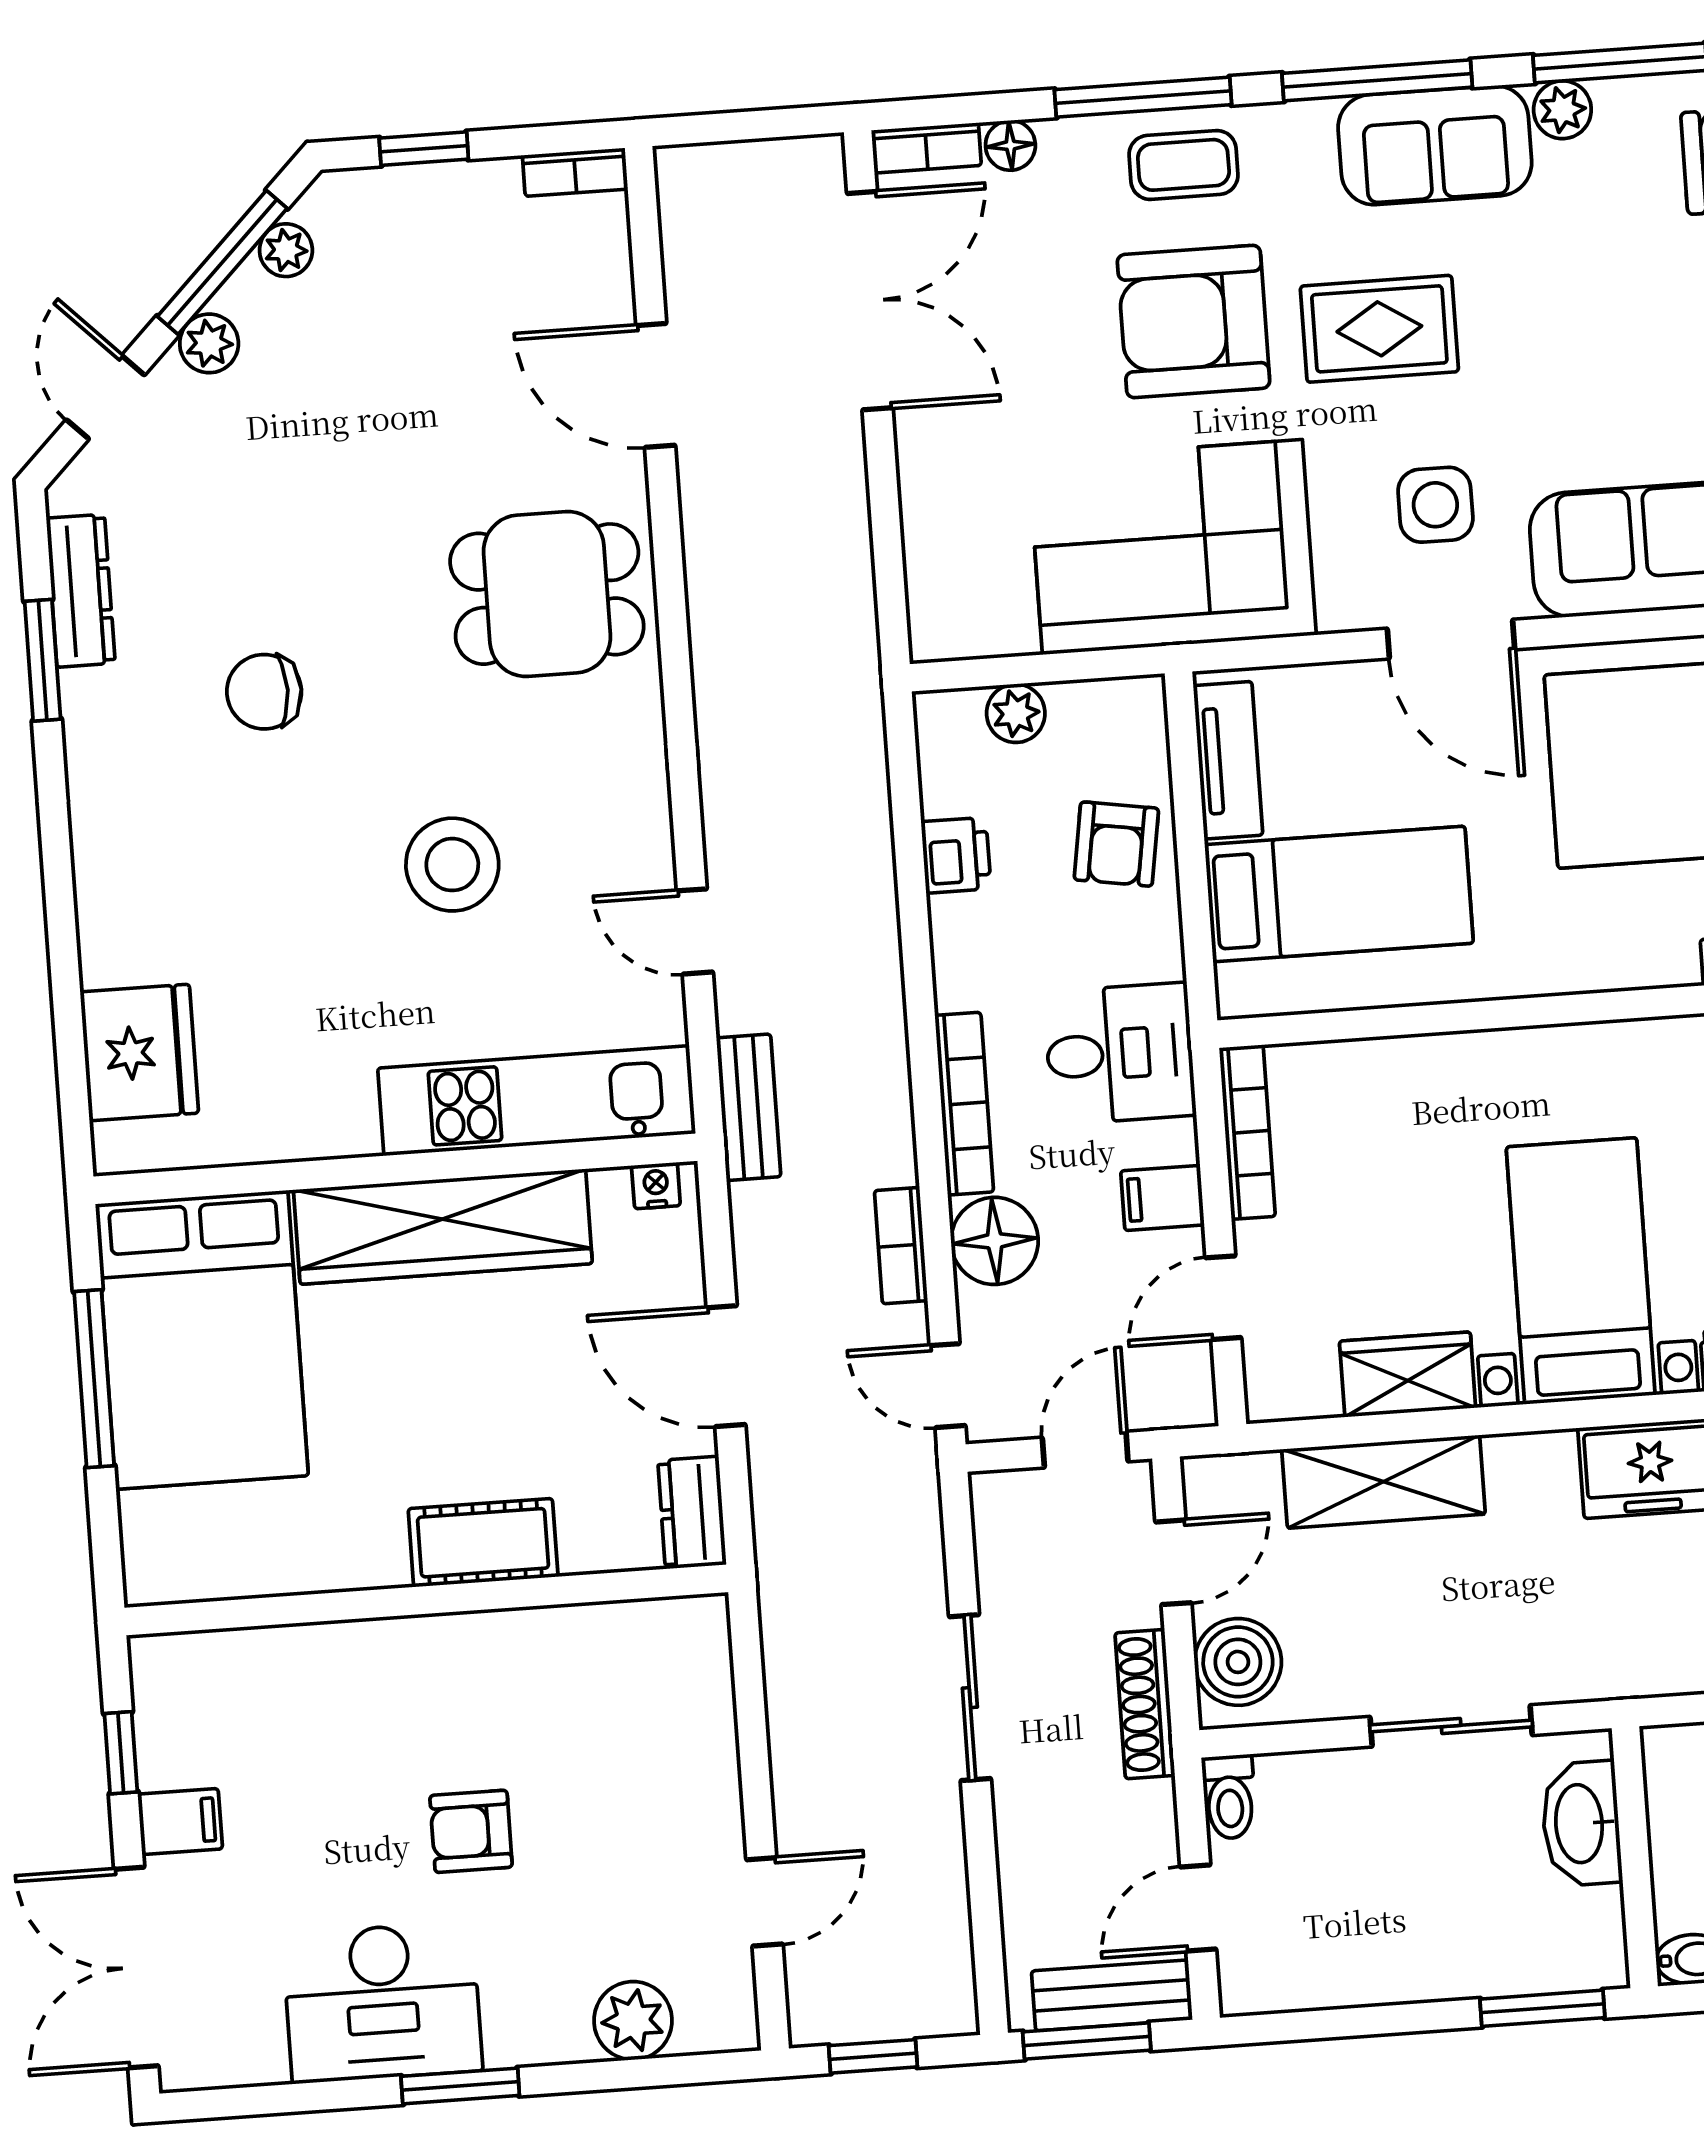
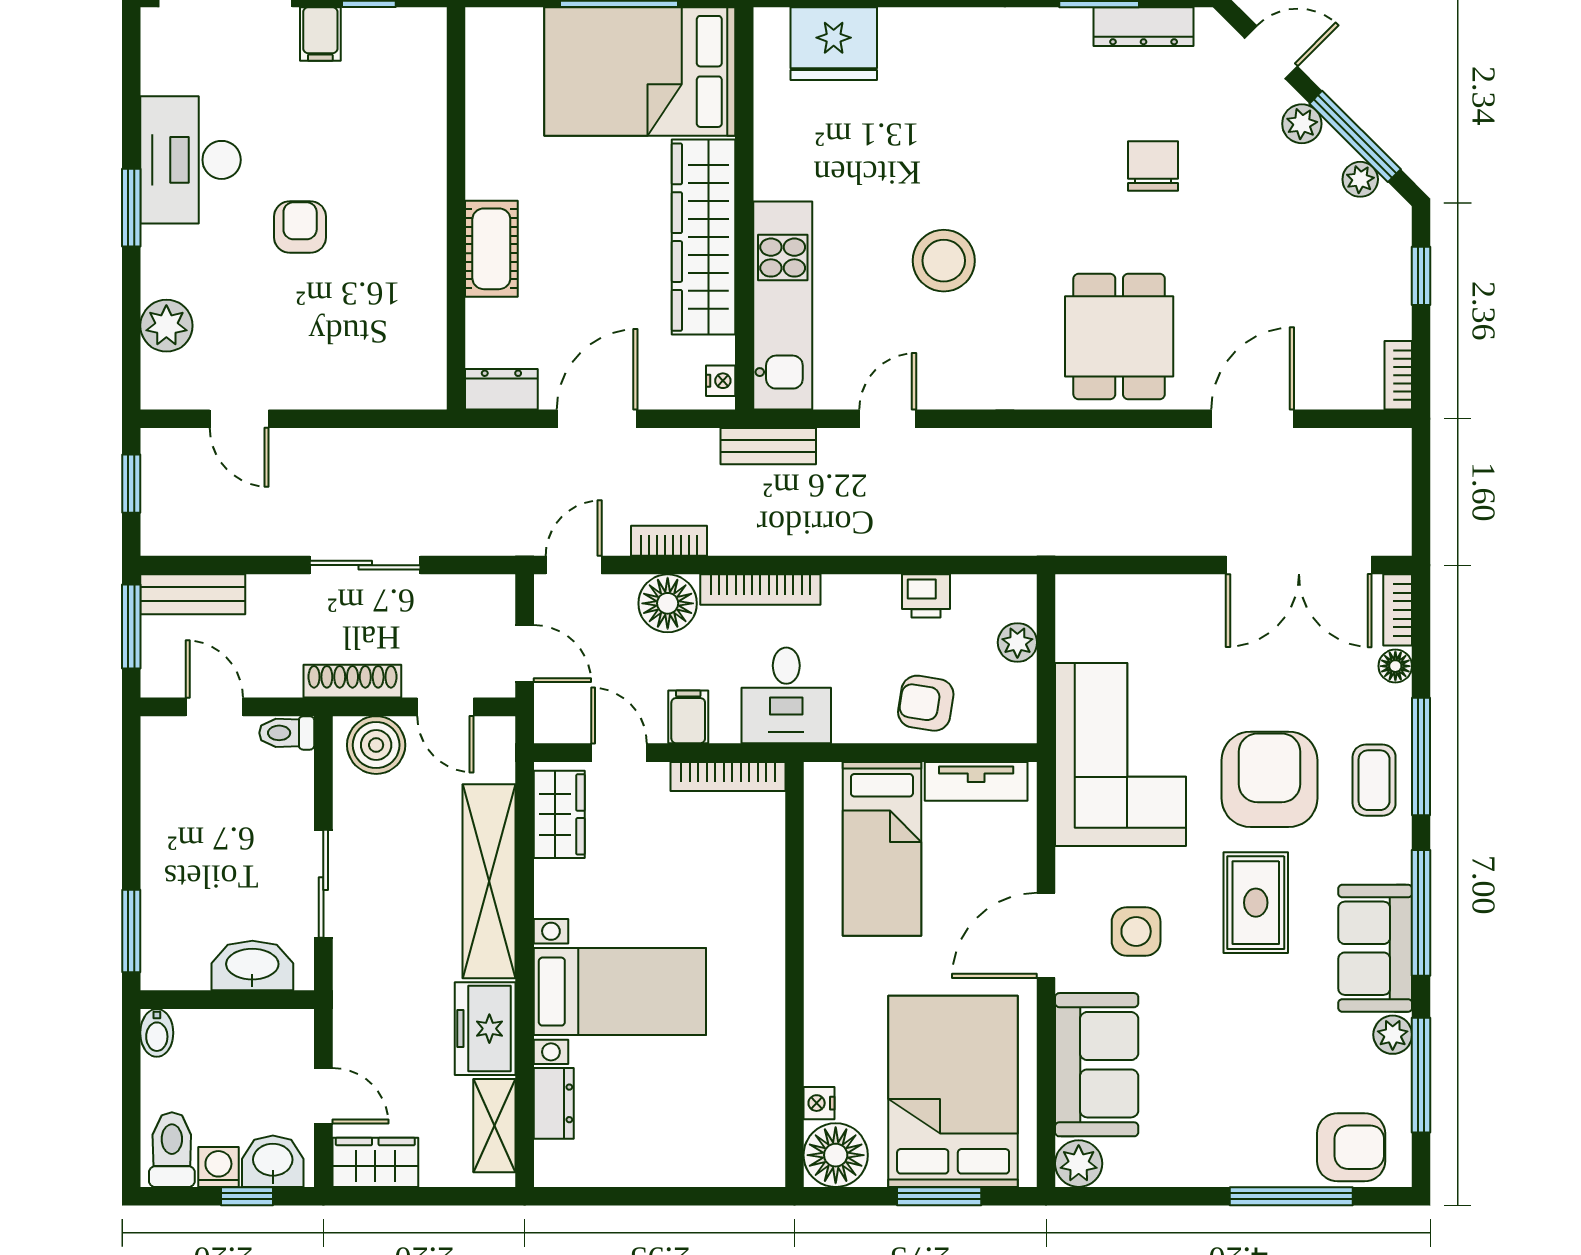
chair: (264, 692) -> (1153, 166), moved
wardrobe: (1408, 1374) -> (559, 814), moved
shelving: (1383, 1482) -> (489, 881), width x1.47
bench: (1112, 1995) -> (193, 594), moved, turned 90

